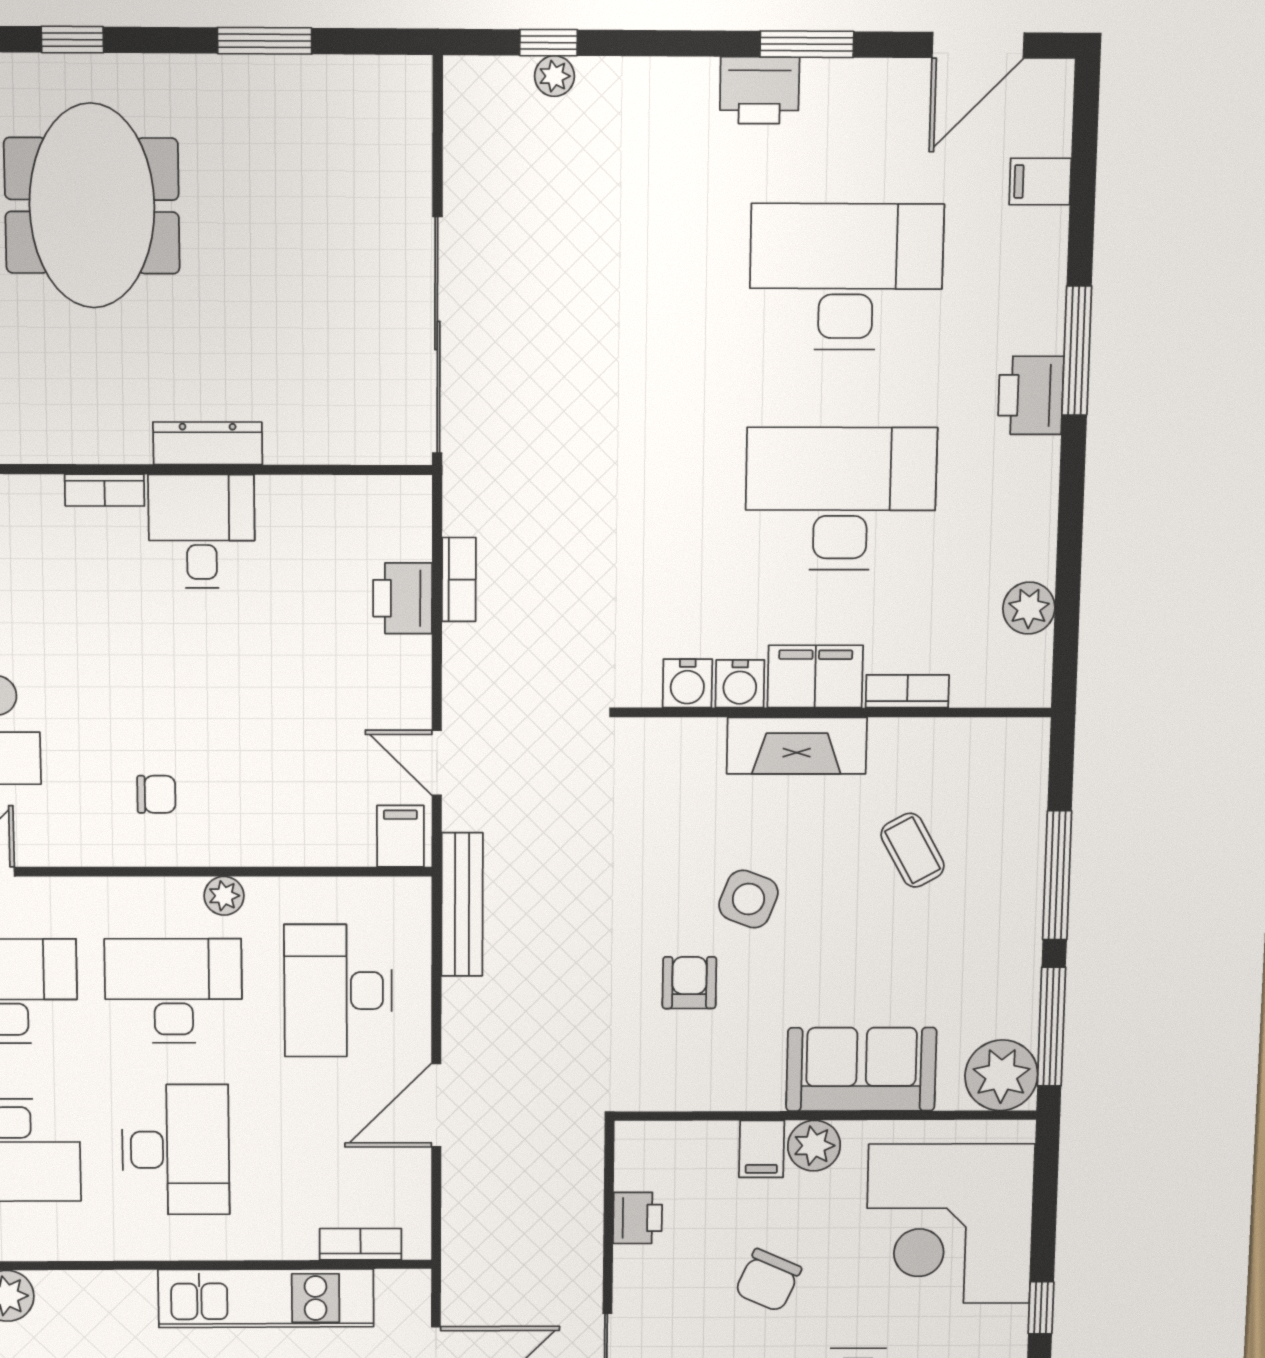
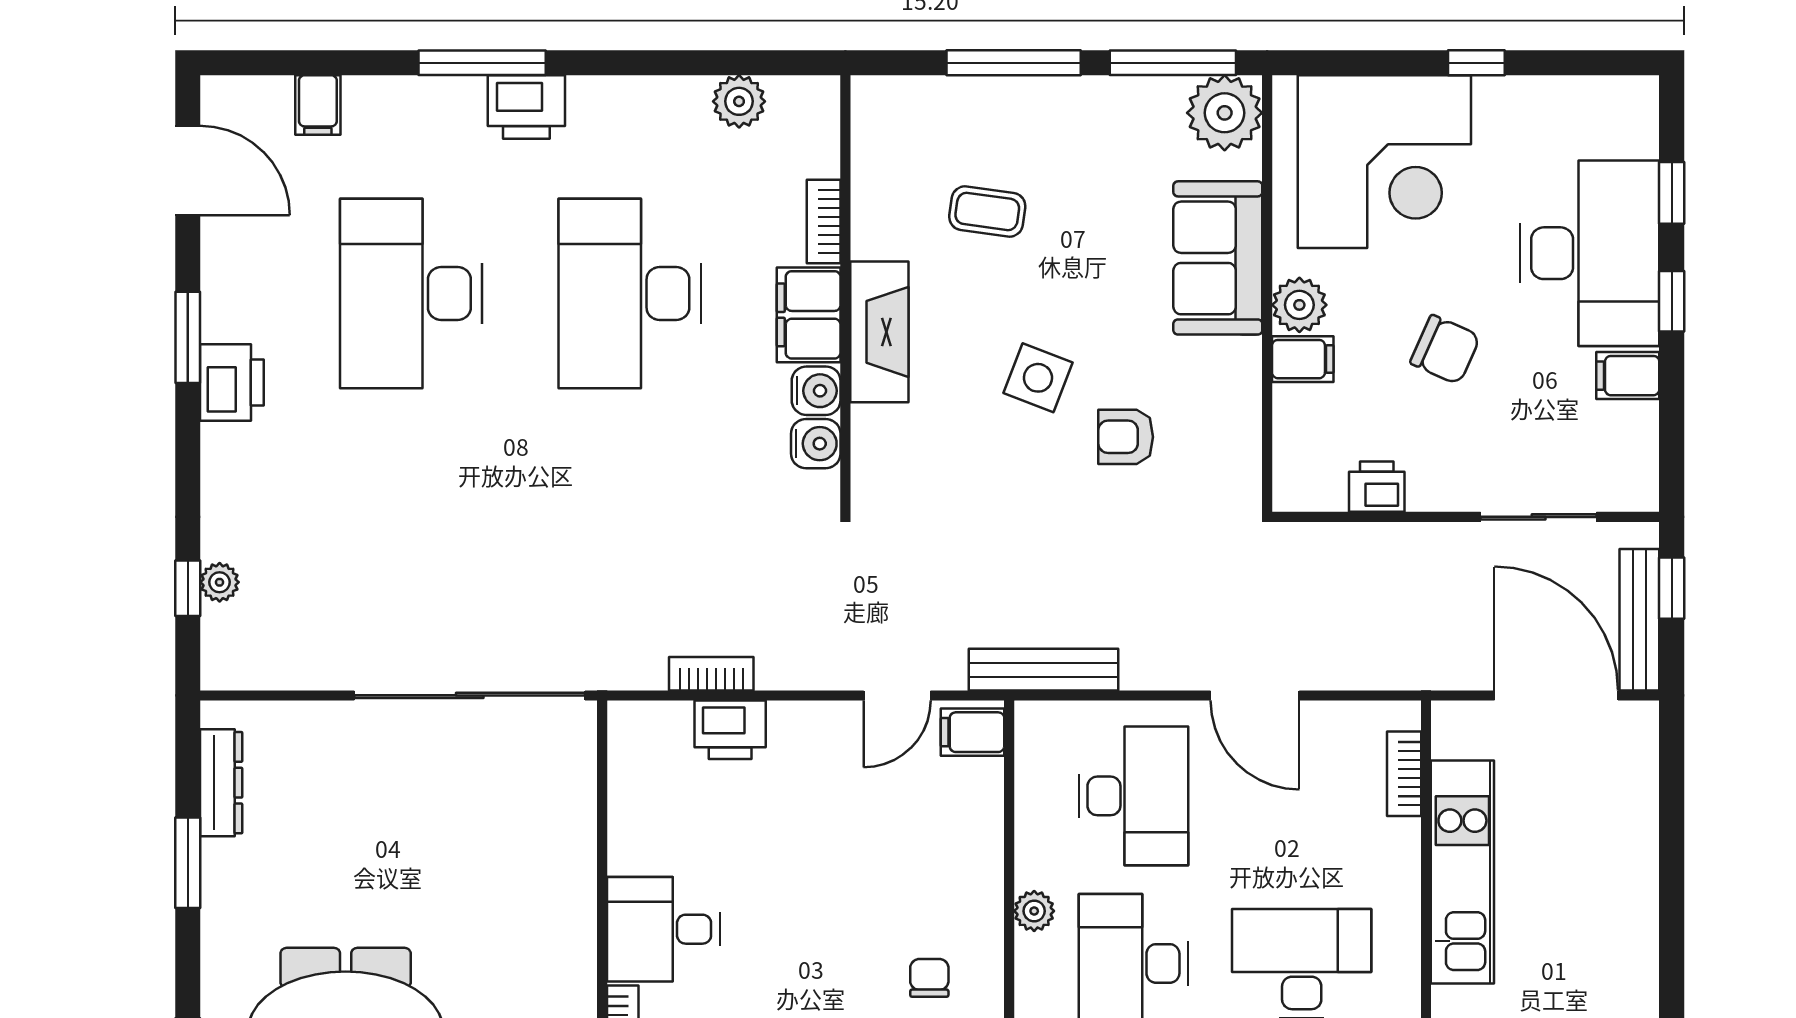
dresser: (208, 443) -> (221, 783), moved, turned 180
coffee table: (913, 850) -> (987, 211), turned 37
desk: (338, 991) -> (1133, 796), turned -90

